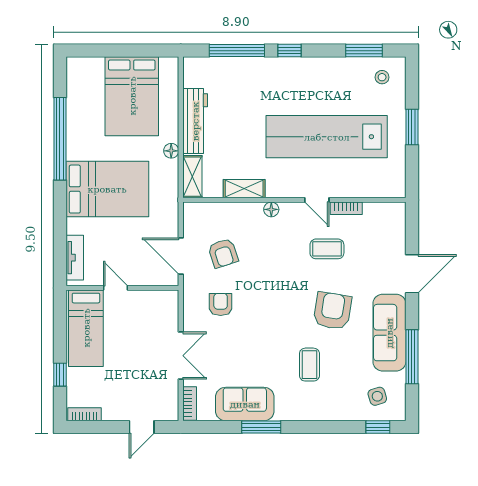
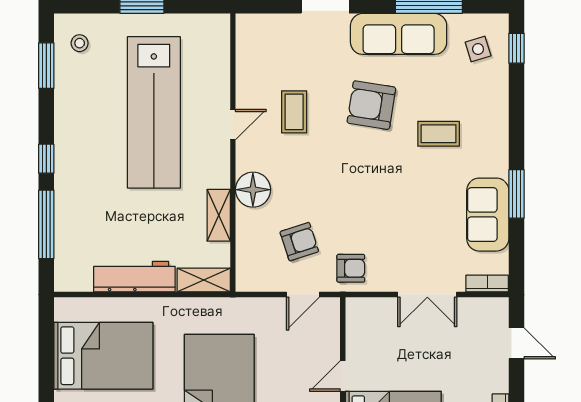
floor lamp: (171, 151) -> (171, 306), removed
bookcase: (346, 208) -> (243, 88), removed
floor lamp: (271, 209) -> (253, 190), width x1.89, depth x1.89
door: (181, 256) -> (303, 295), width x0.73
armchair: (221, 304) -> (351, 268), moved, turned 180
double door: (181, 356) -> (427, 295), swing flipped

